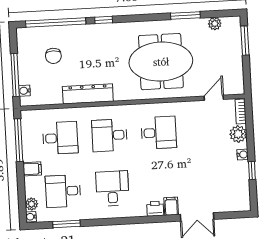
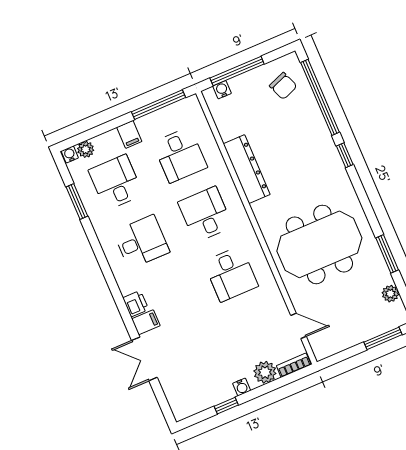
chair: (53, 56) -> (283, 86), moved, turned -111
meeting table: (161, 62) -> (319, 244), turned 90

